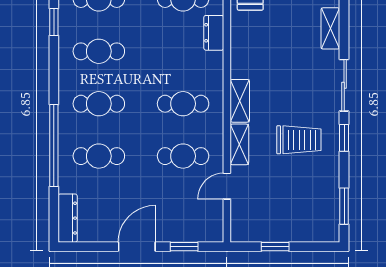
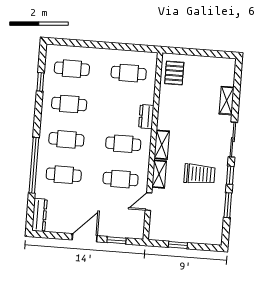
dresser: (214, 33) -> (146, 117), moved
window: (344, 206) -> (228, 205), moved

